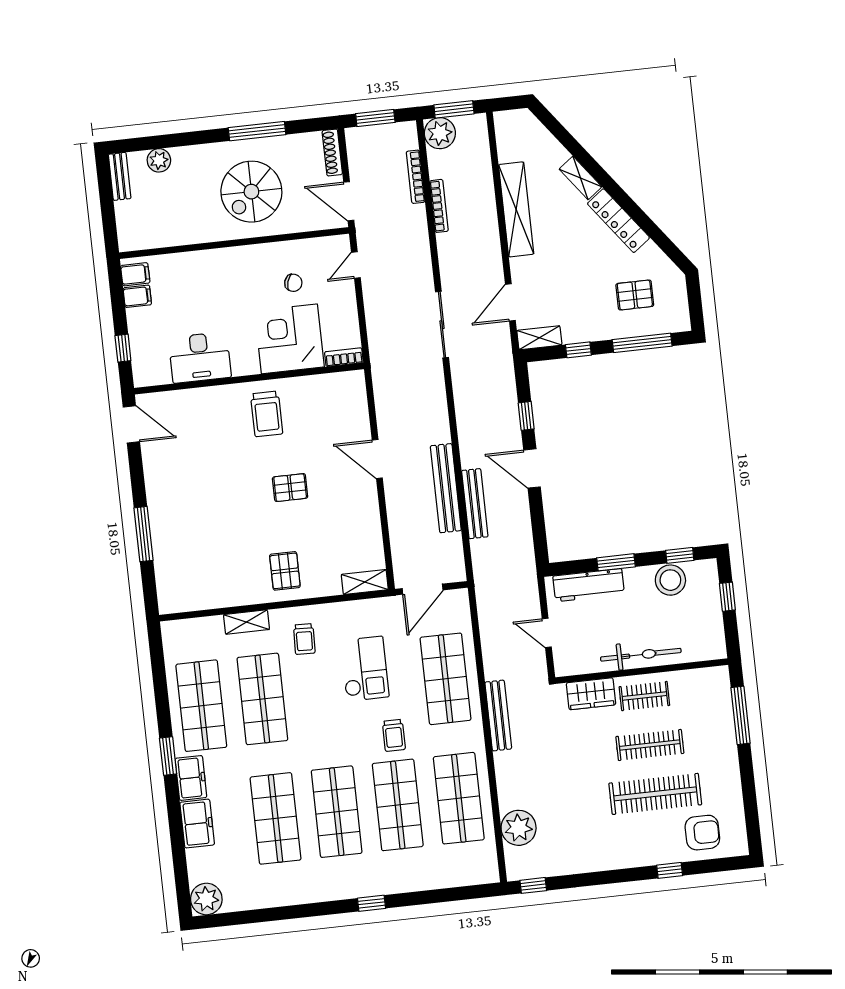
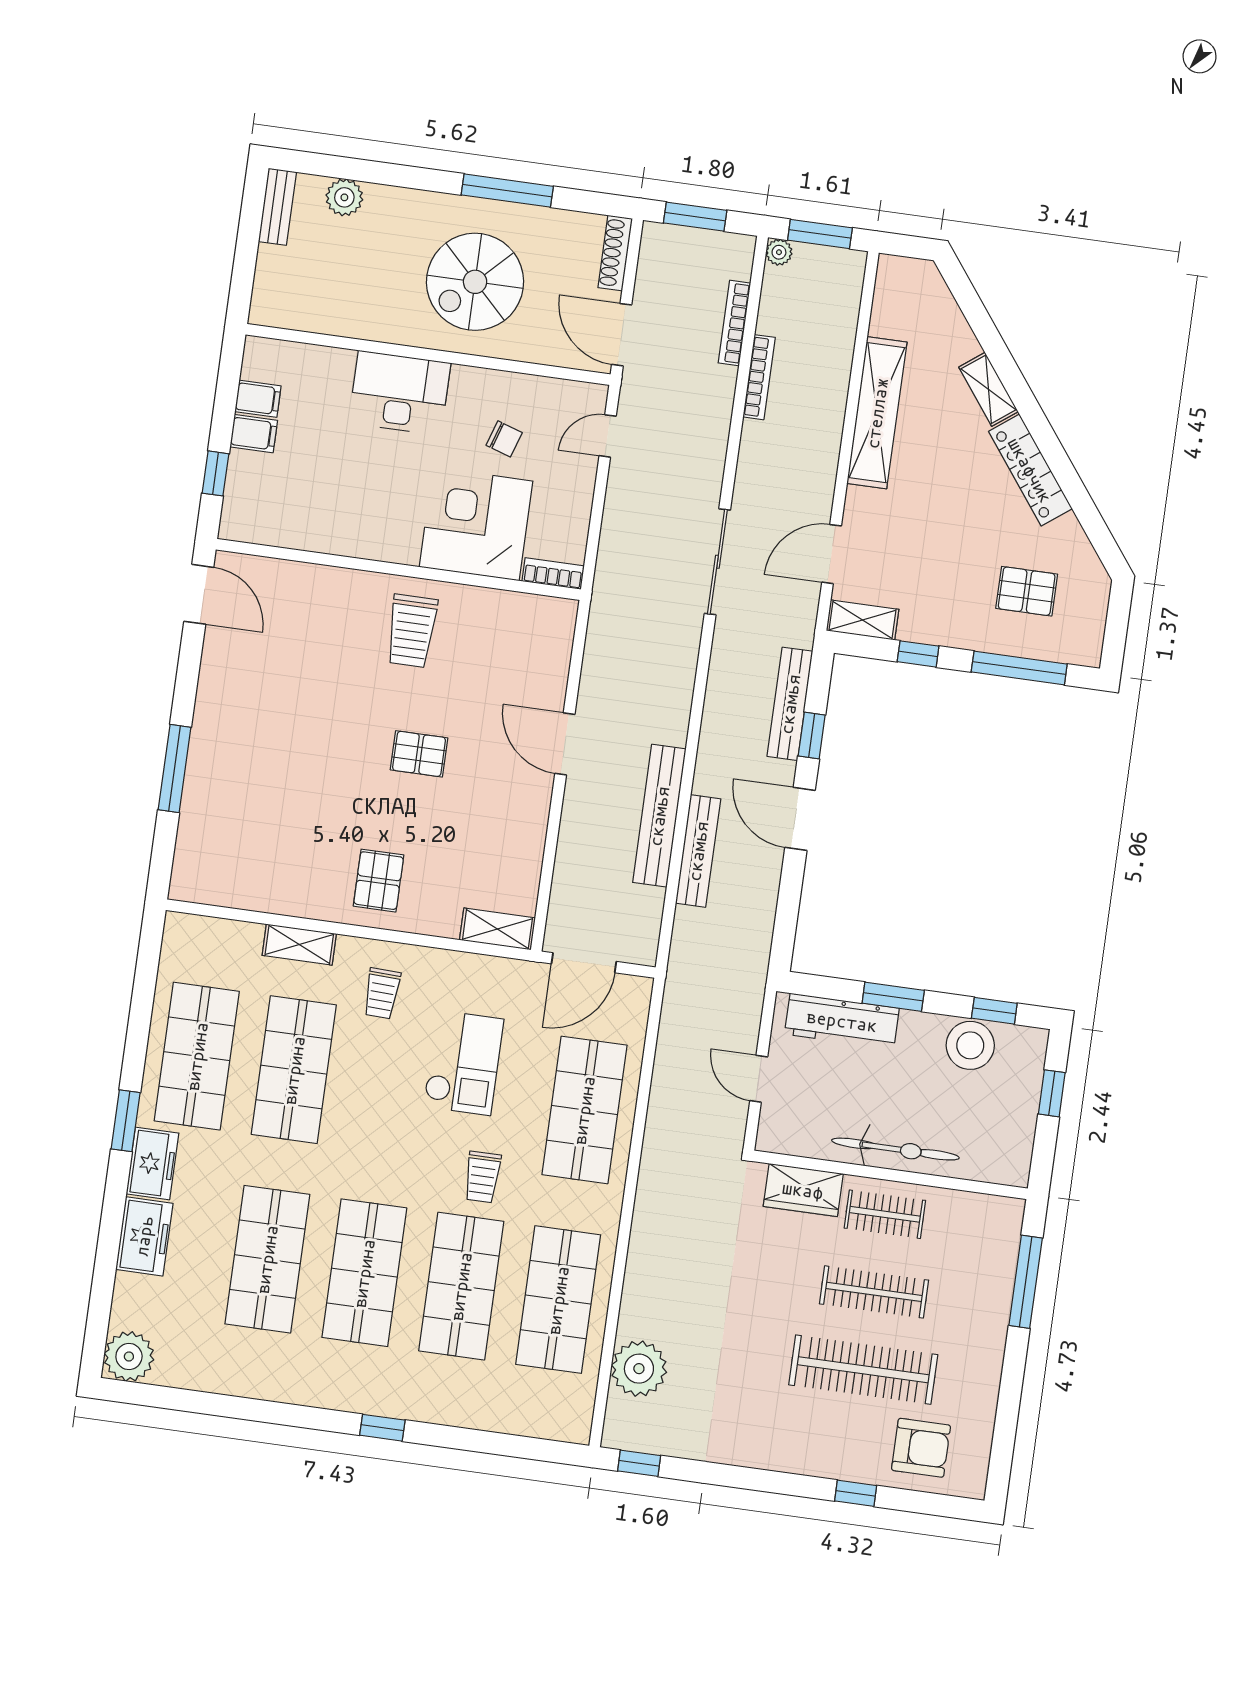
plant: (440, 133) -> (779, 252), width x0.53, depth x0.53
filing cabinet: (135, 274) -> (254, 434), moved
desk: (200, 357) -> (400, 393), moved, turned 180
bench: (498, 715) -> (790, 704), moved

